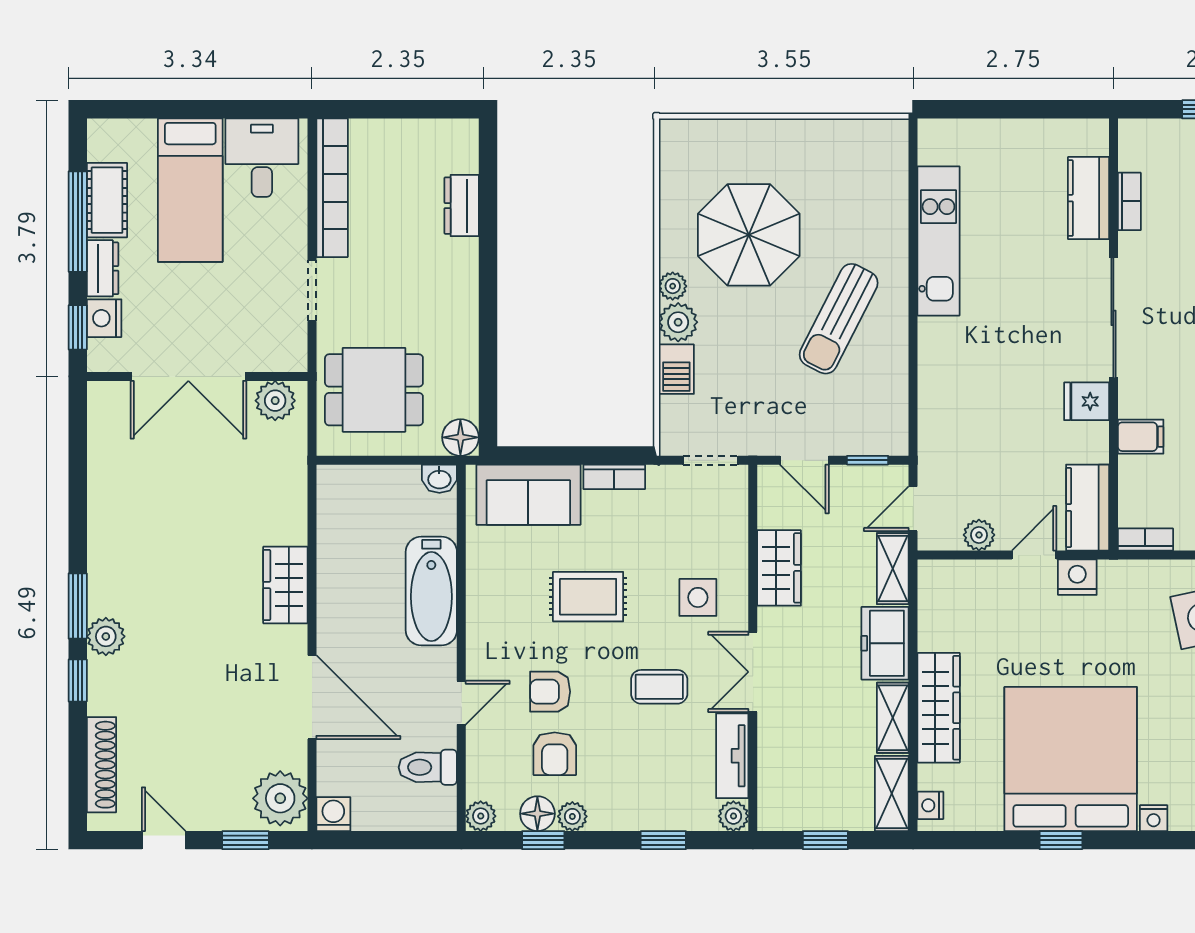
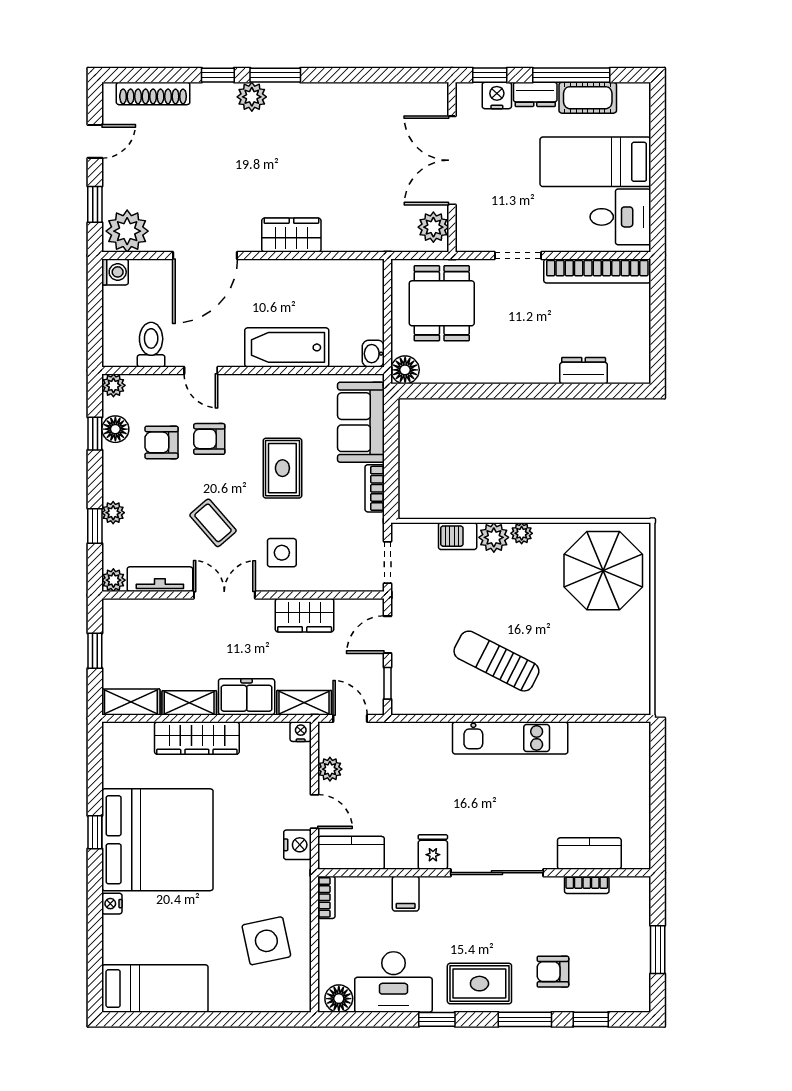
parasol: (749, 235) -> (603, 571), moved
kitchen unit: (938, 241) -> (510, 738), moved
coffee table: (659, 687) -> (213, 523), turned -41
armchair: (550, 692) -> (209, 439), turned -90
nightstand: (930, 805) -> (301, 732), moved
plant: (572, 816) -> (113, 513), moved

